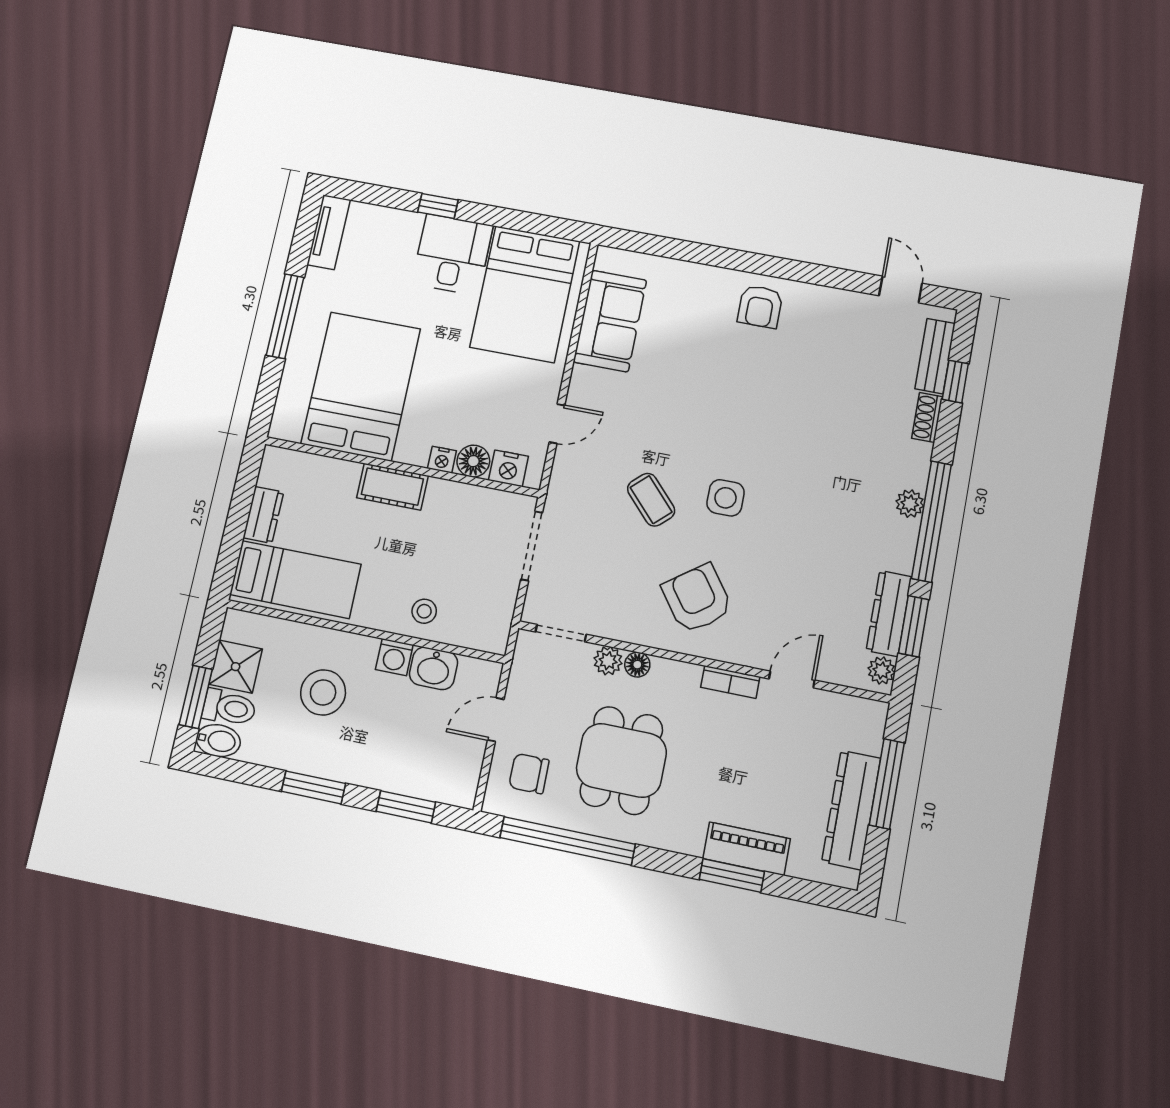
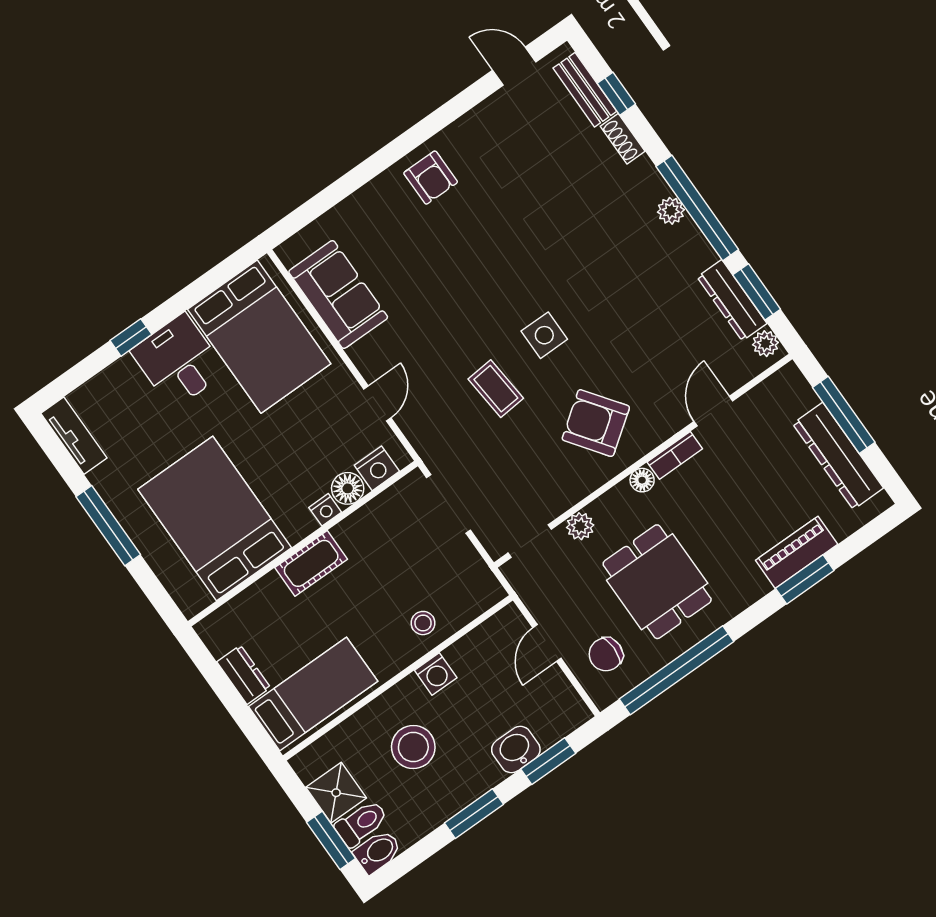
coffee table: (651, 500) -> (496, 389), turned 38
floor lamp: (637, 665) -> (642, 480), moved
washbasin: (434, 668) -> (516, 750), moved, turned 180

